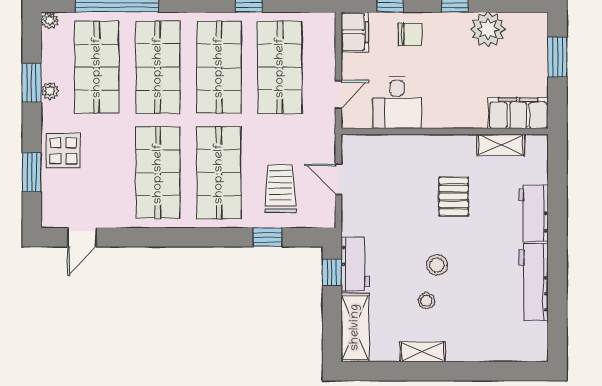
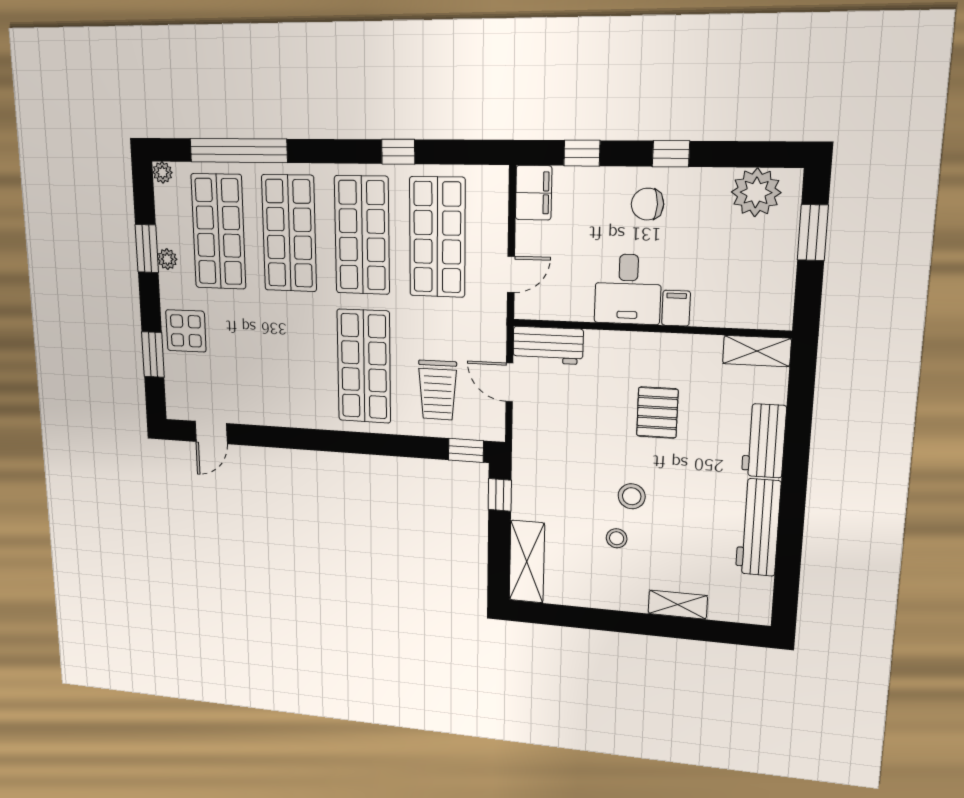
plant: (488, 29) -> (756, 192), moved
chair: (410, 34) -> (647, 204), moved, turned 180
desk: (397, 102) -> (628, 289), moved
filing cabinet: (518, 113) -> (676, 308), moved, width x0.33, depth x0.86
shelving: (501, 145) -> (757, 351), moved
shop shelf: (158, 173) -> (293, 363), removed
trolley: (280, 189) -> (438, 390), turned 180
window: (267, 237) -> (466, 450), moved
workbench: (355, 264) -> (548, 345), moved, turned 90
shelving: (423, 352) -> (678, 605), moved

